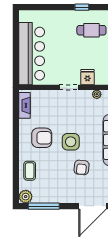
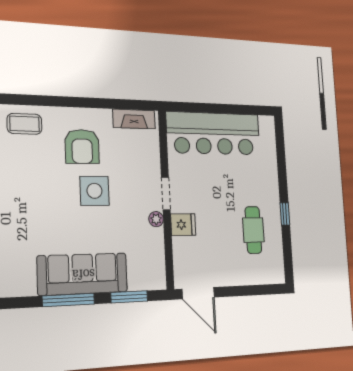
plant: (97, 94) -> (156, 219), moved
side table: (71, 142) -> (94, 191), moved
armchair: (82, 167) -> (33, 216), removed

